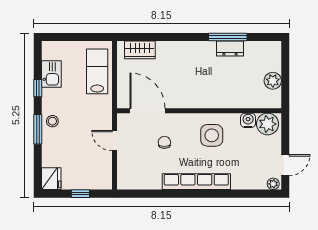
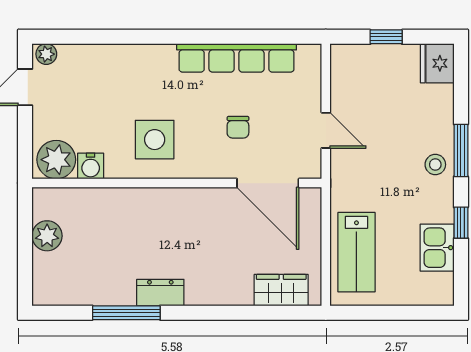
dresser: (230, 49) -> (160, 293), moved
row of seats: (196, 182) -> (237, 58), moved

